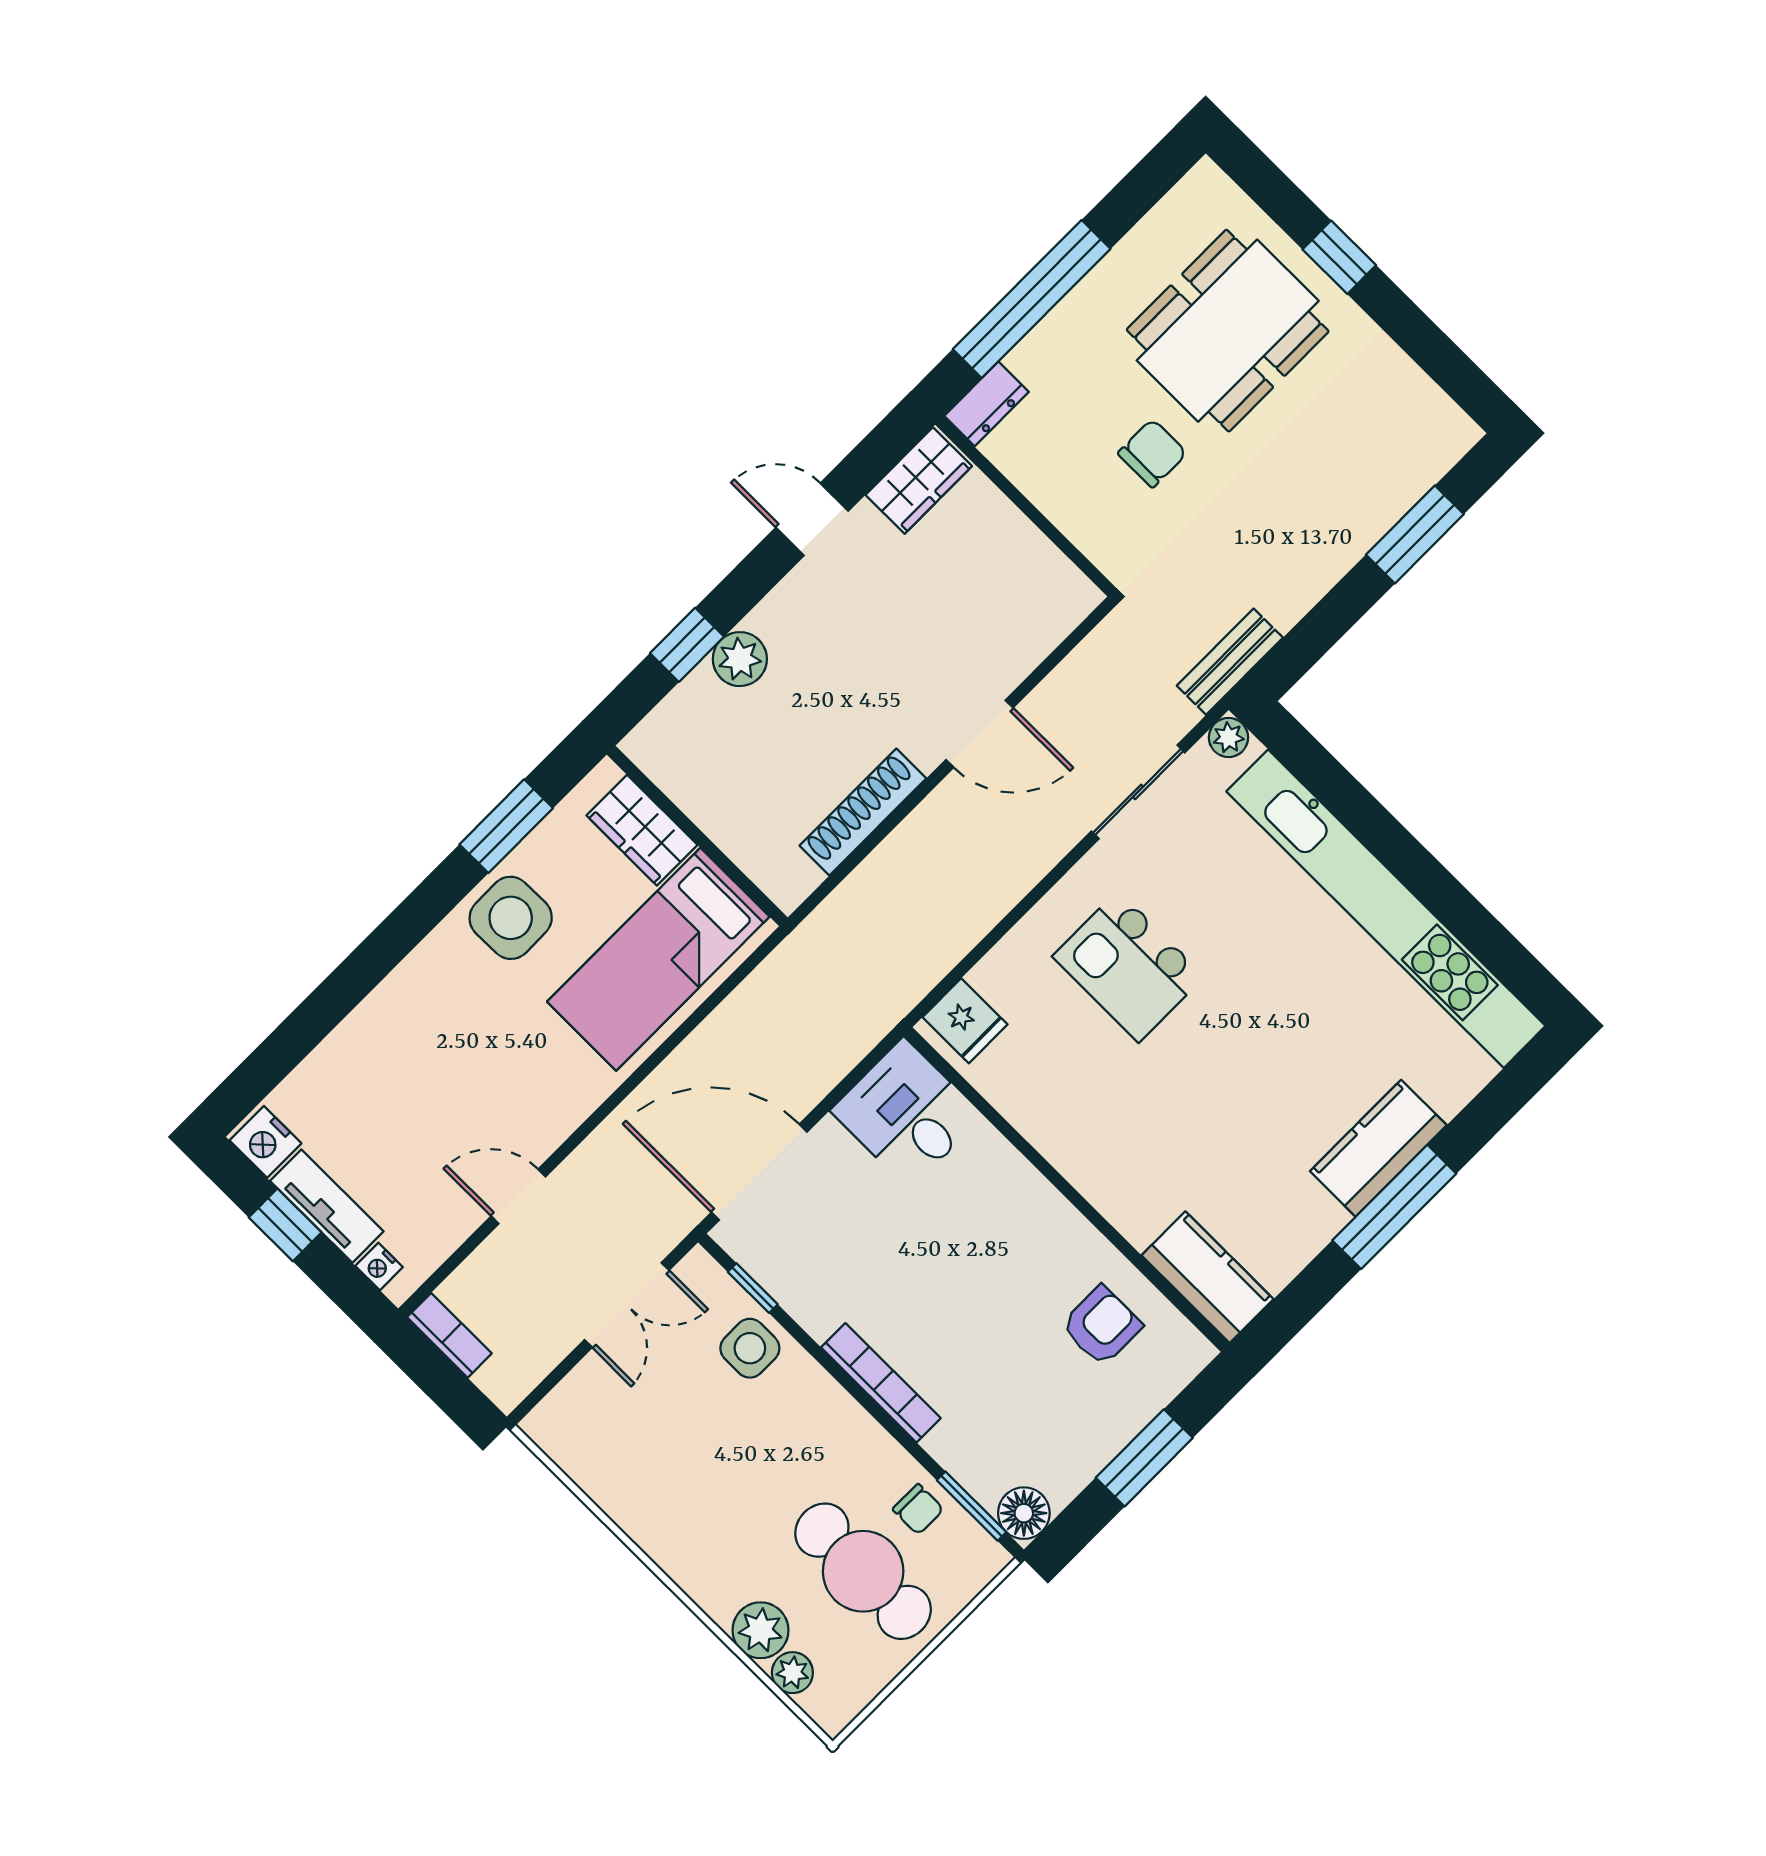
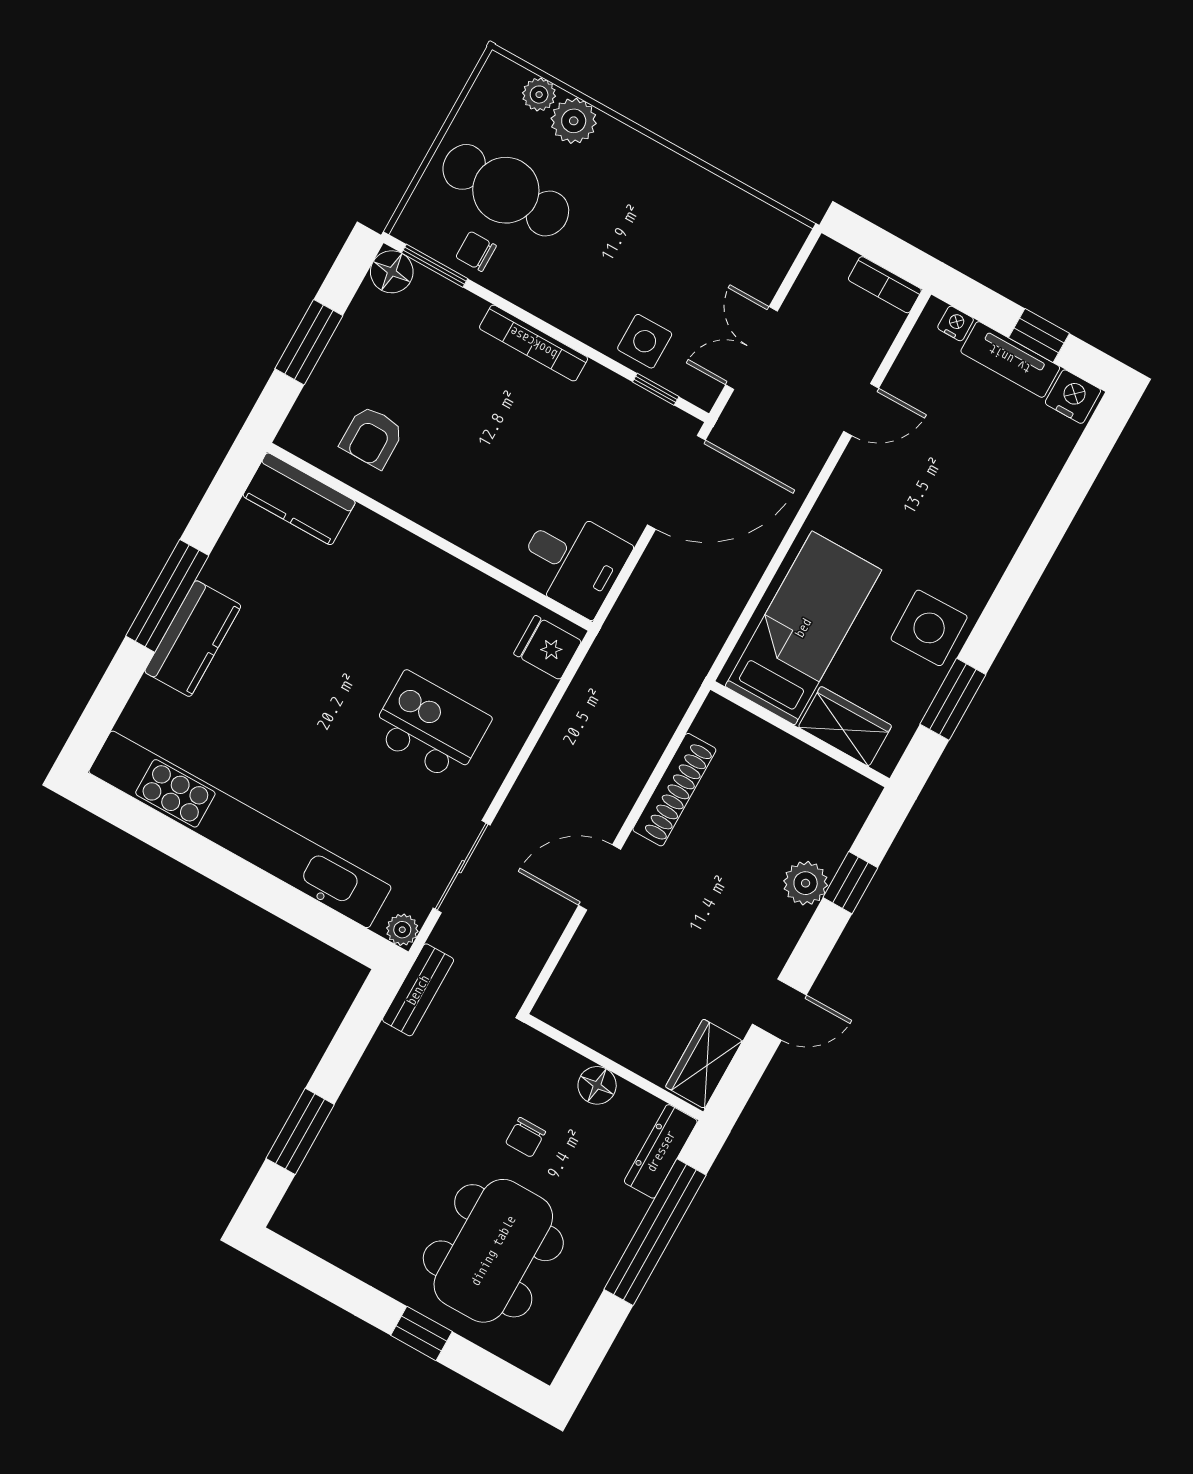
dresser: (987, 404) -> (661, 1151), width x1.44
chair: (1152, 453) -> (525, 1137), width x0.73, depth x0.73
floor lamp: (1051, 491) -> (597, 1085), added

